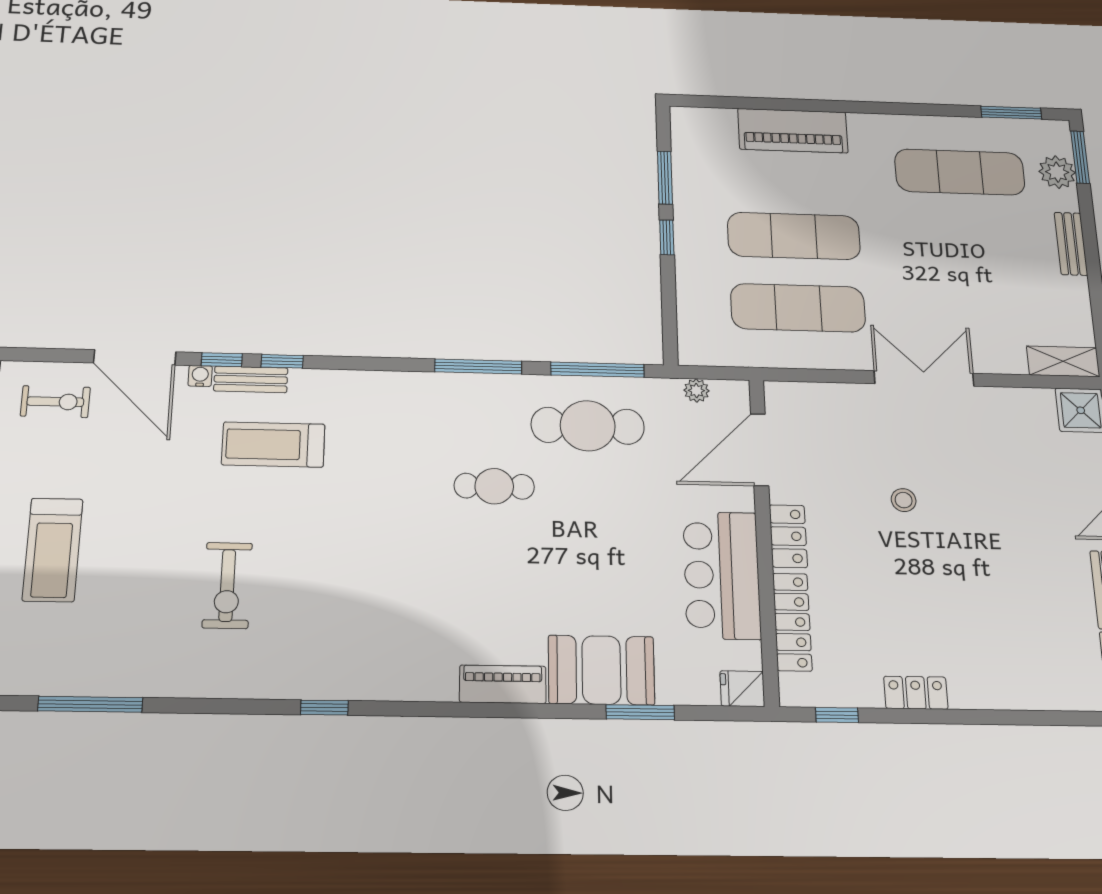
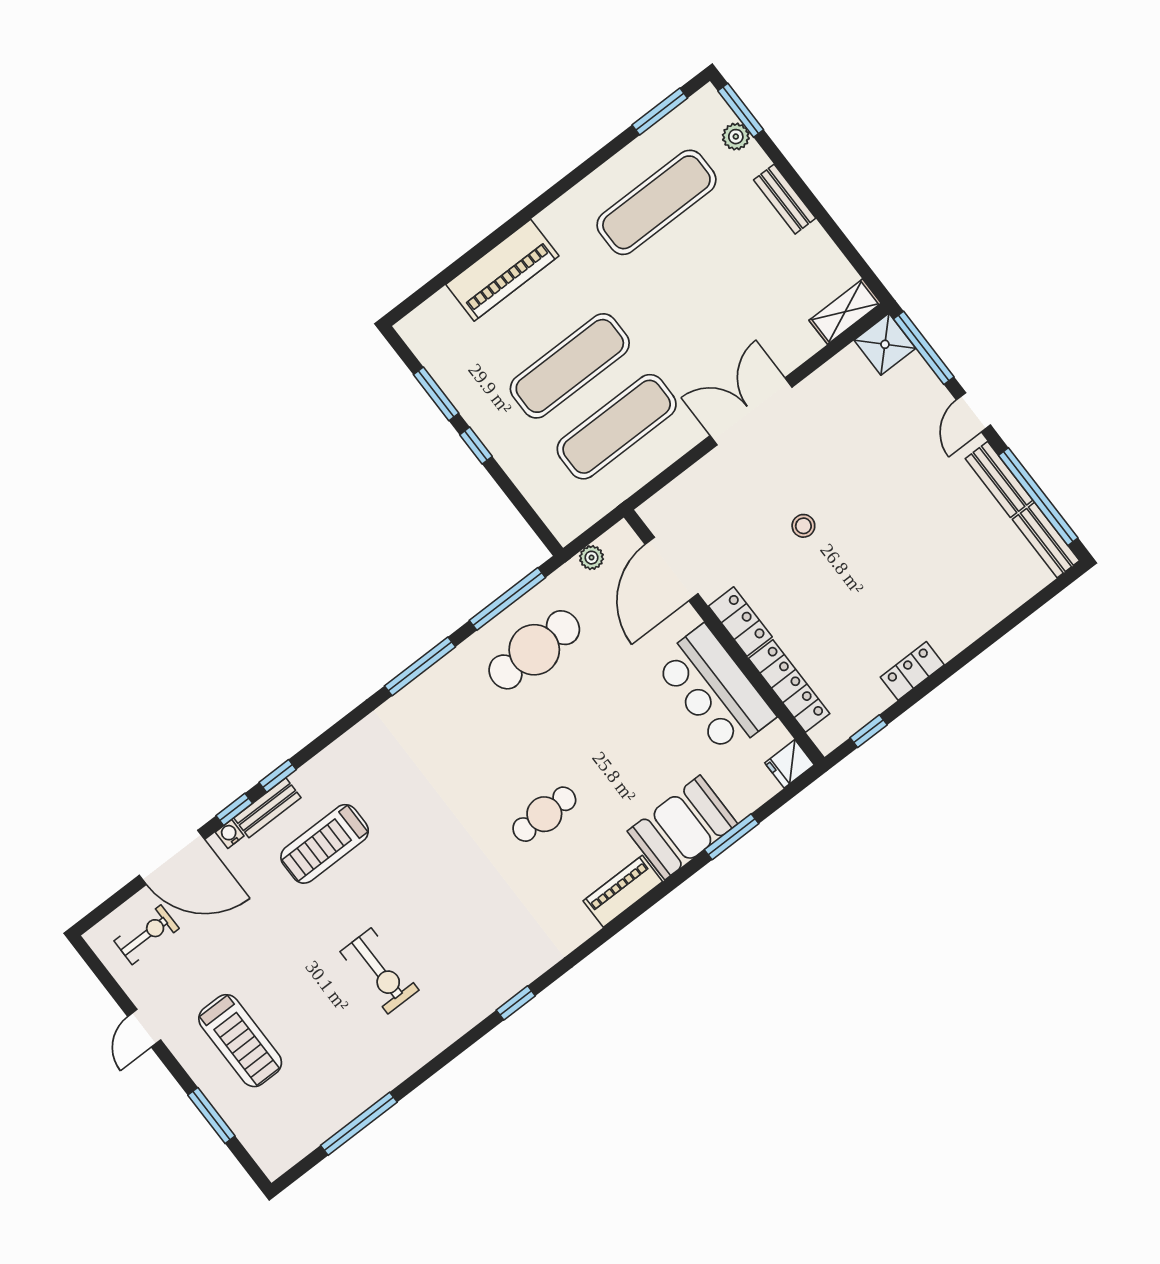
plant: (1057, 172) -> (736, 137), width x0.73, depth x0.73
cafe table: (494, 486) -> (544, 814), moved

